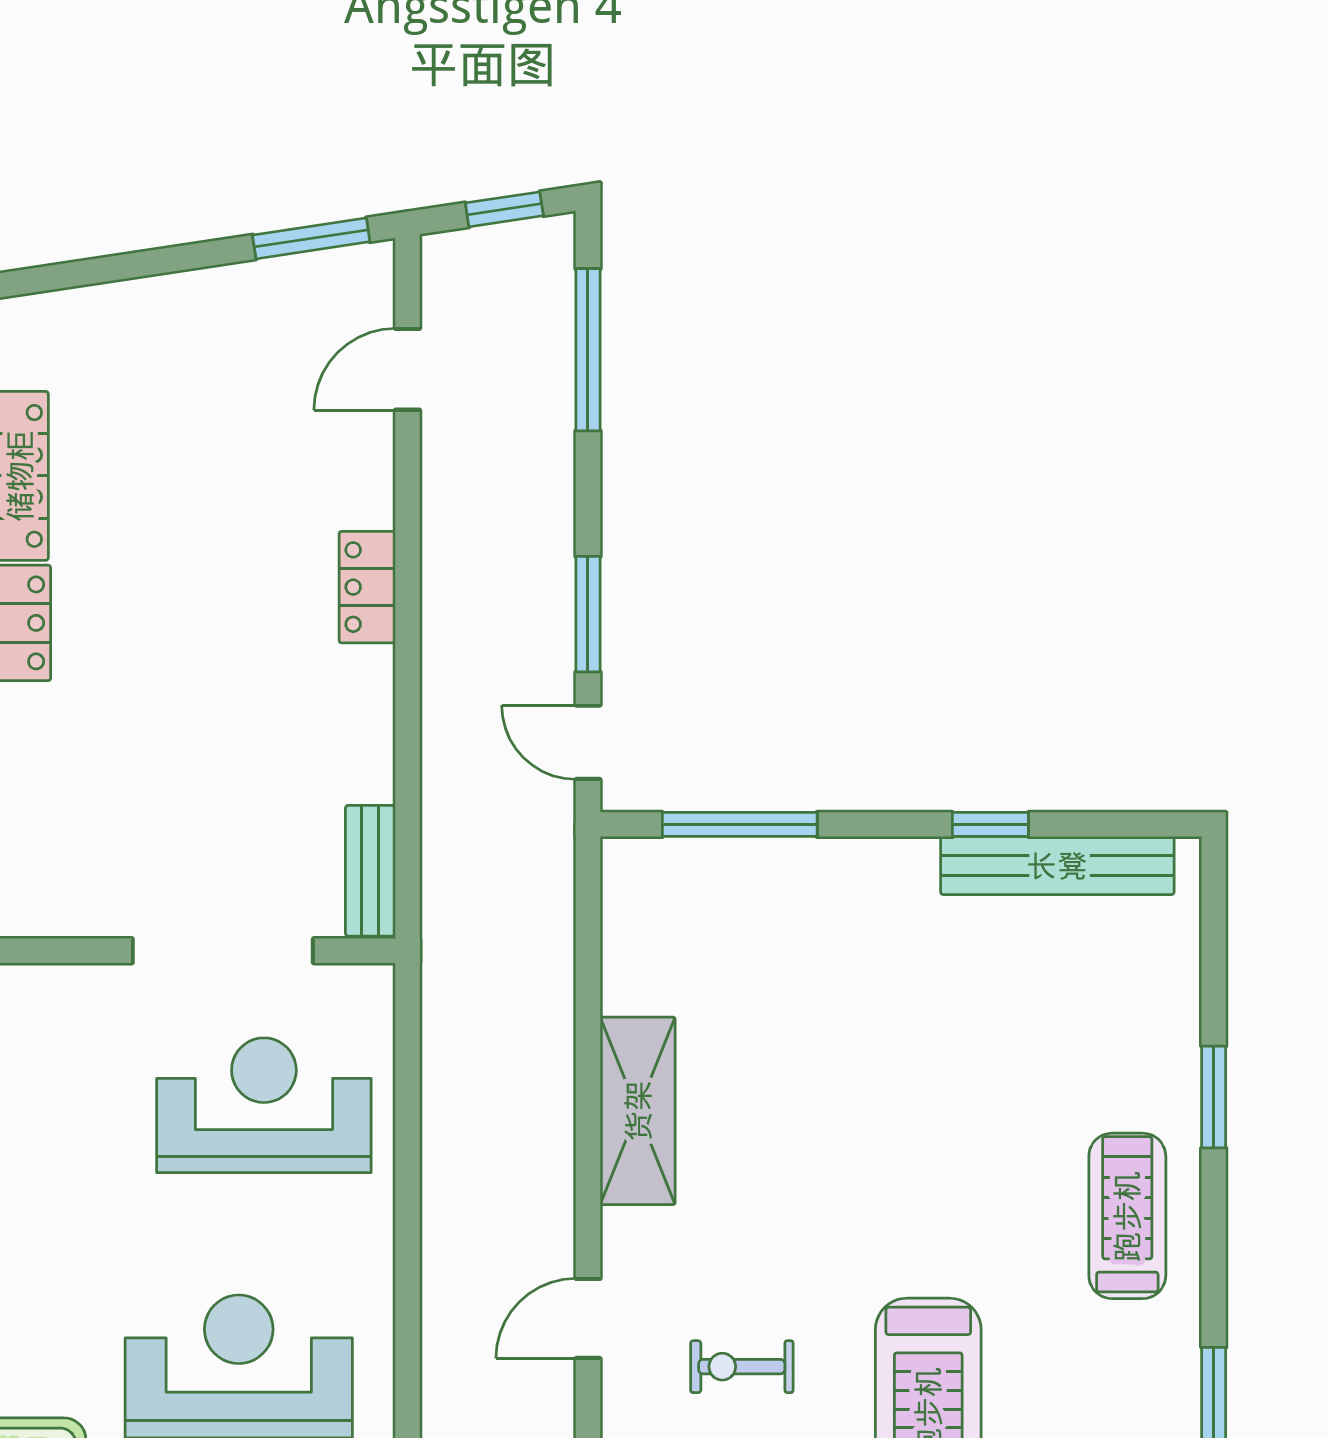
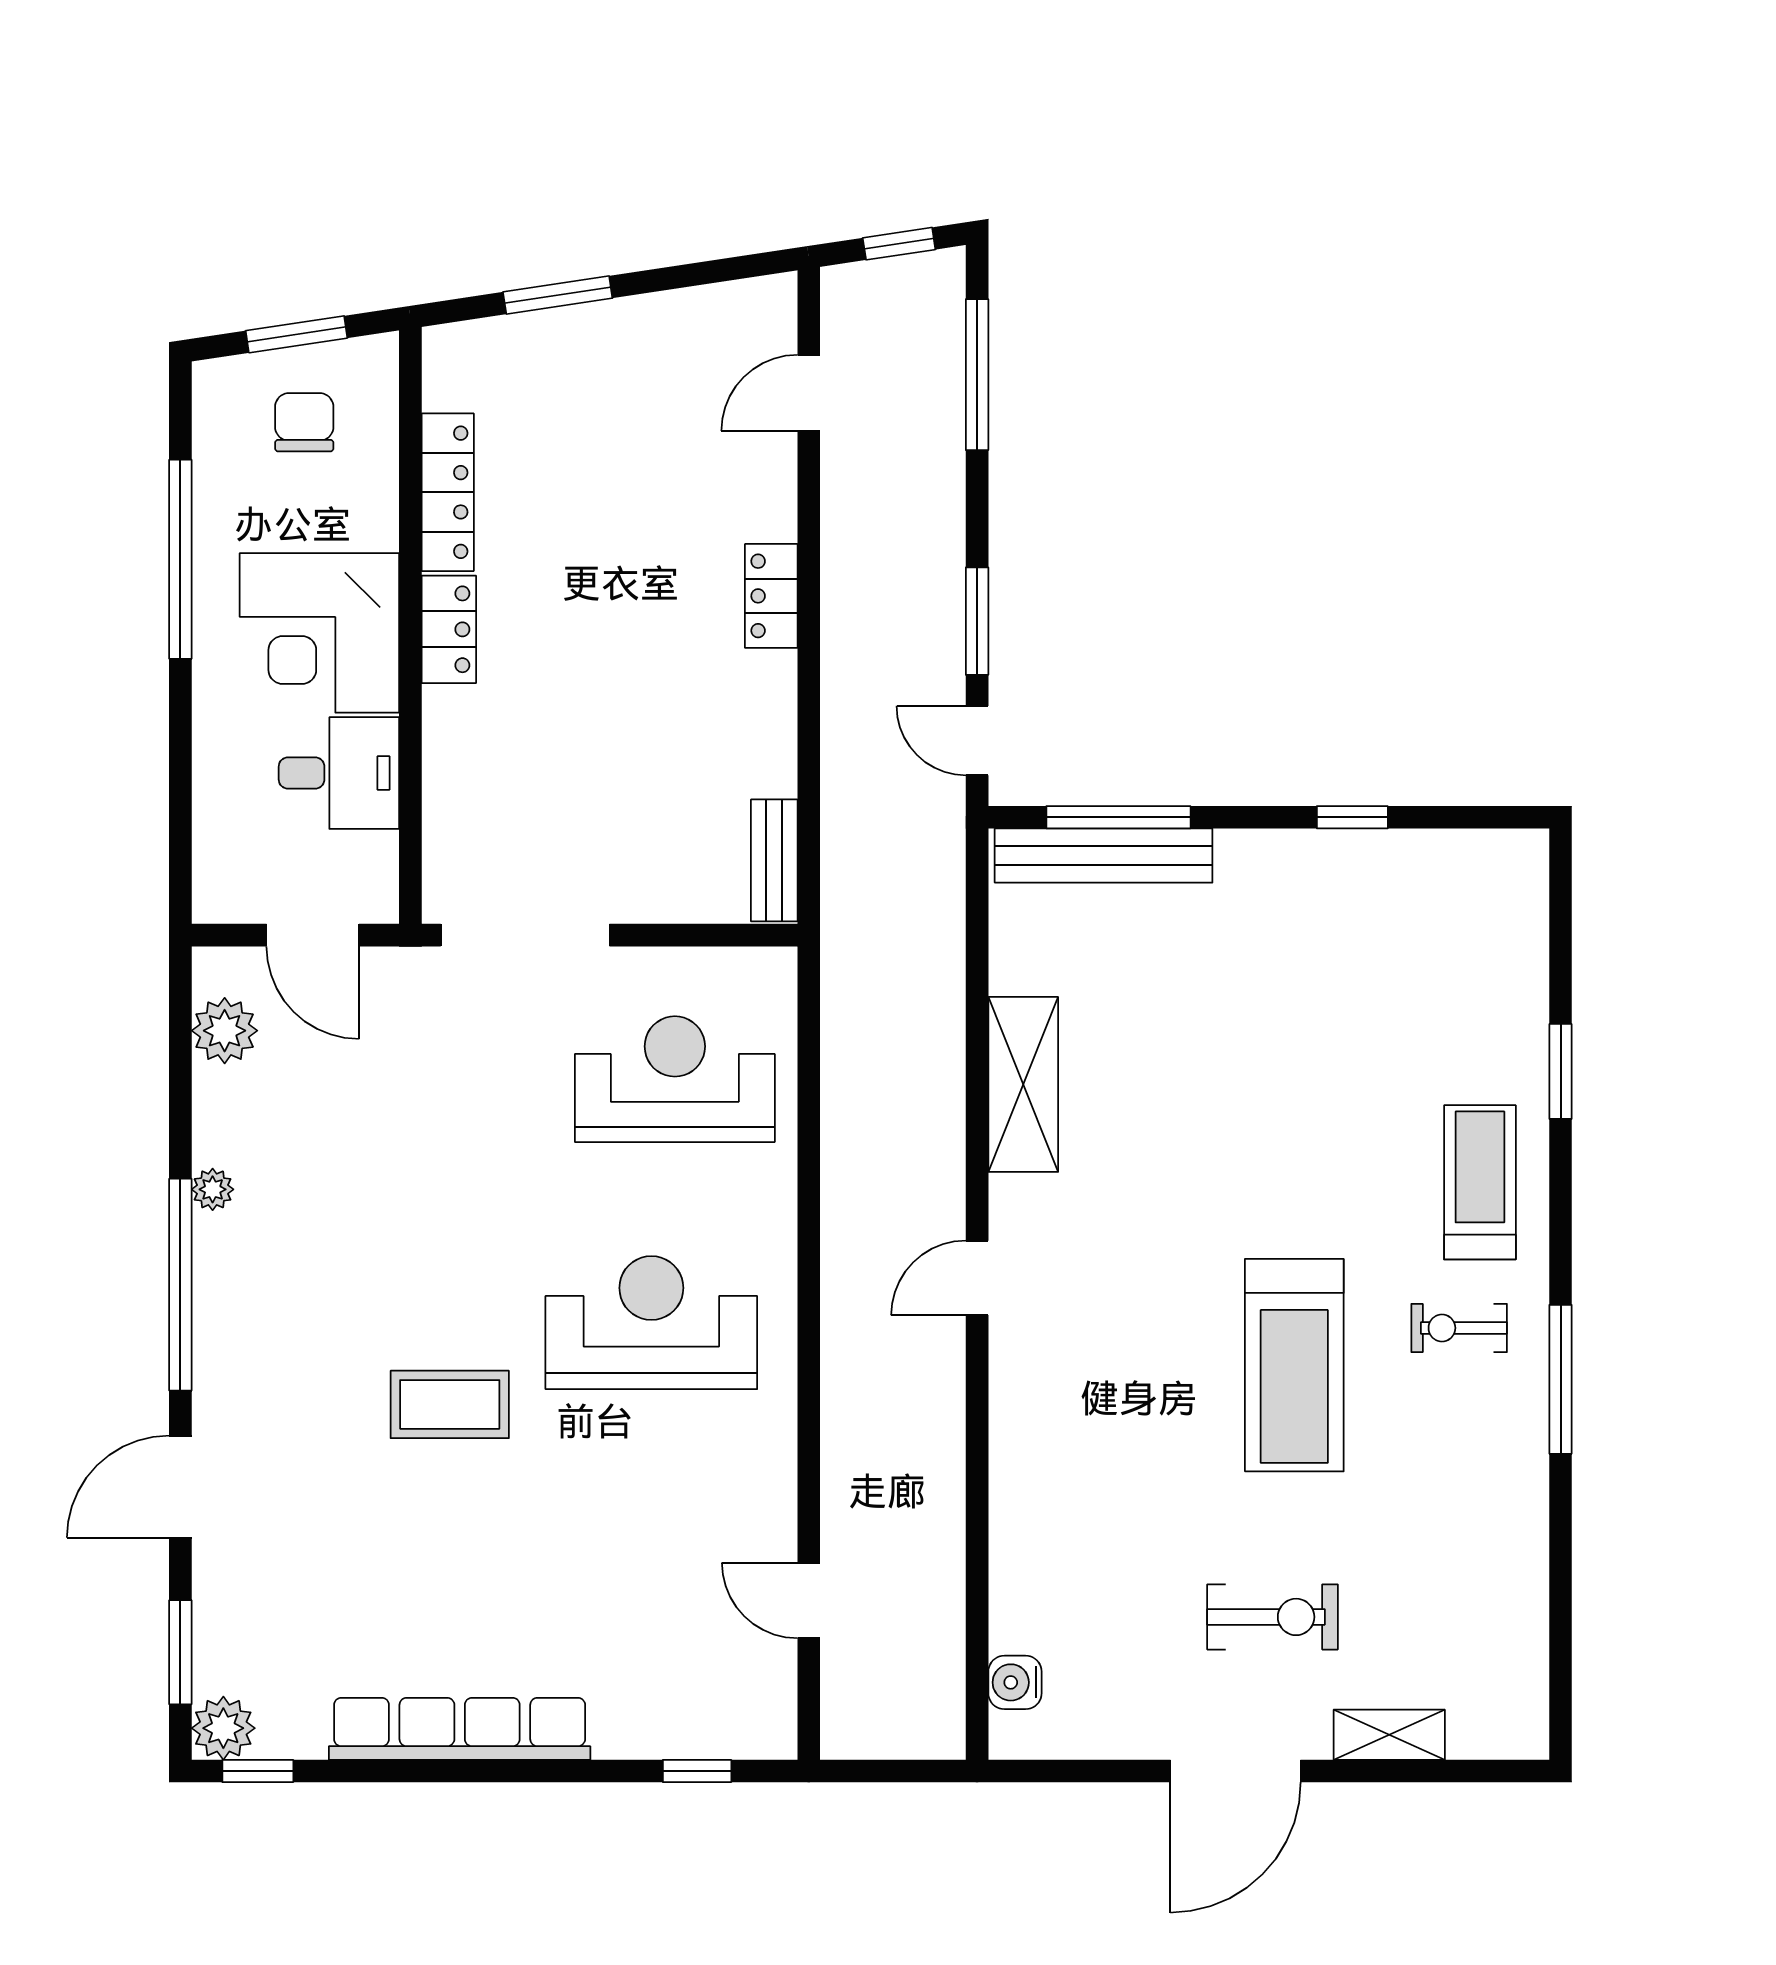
window: (311, 238) -> (558, 295), moved
bench: (1057, 866) -> (1104, 856), moved
doorway: (223, 951) -> (525, 935), moved
exercise bike: (742, 1367) -> (1459, 1328), moved

